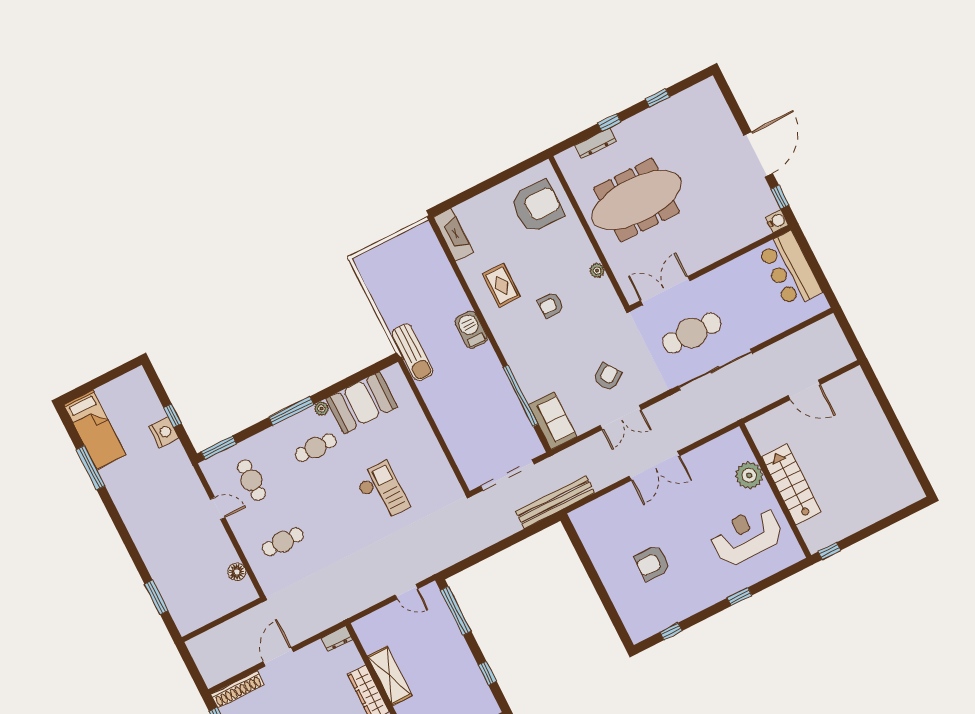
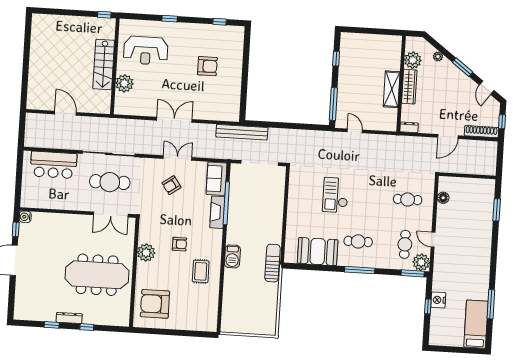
dresser: (596, 143) -> (69, 318), moved
fireplace: (453, 235) -> (217, 212), moved
bar counter: (790, 270) -> (54, 165), moved, turned 90
plant: (597, 271) -> (146, 253), width x1.88, depth x1.88
plant: (321, 409) -> (421, 262), moved, width x1.88, depth x1.88

